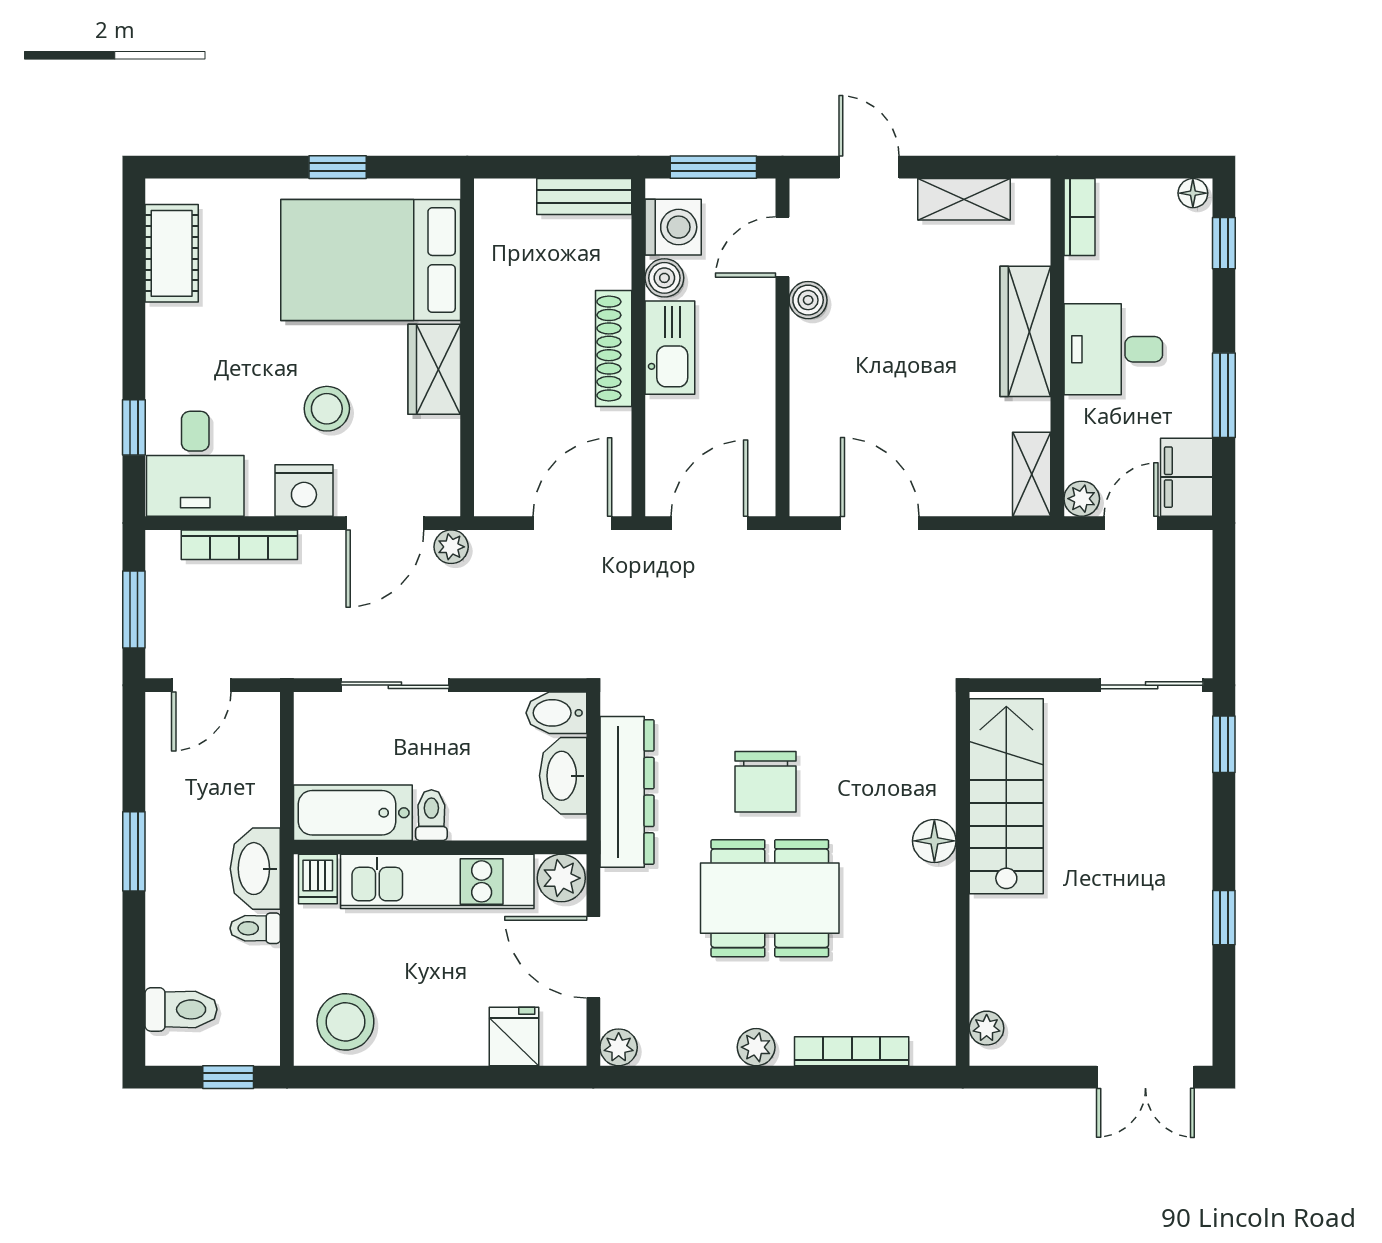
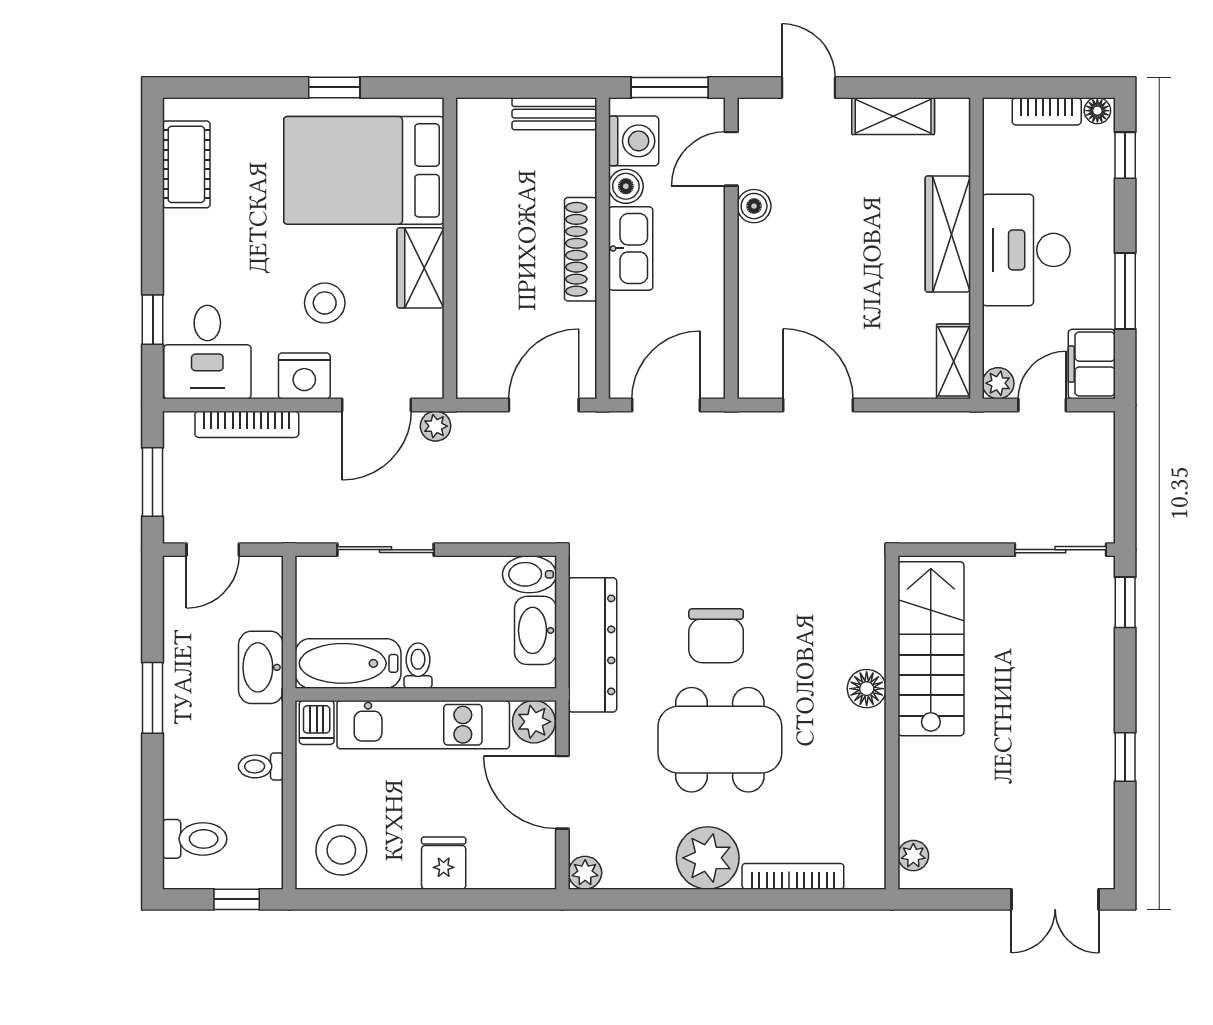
bookcase: (1079, 217) -> (1047, 111), moved, turned 90
desk: (1113, 349) -> (1026, 250), width x1.37
washbasin: (255, 869) -> (261, 667), moved
fridge: (514, 1037) -> (444, 863), moved
plant: (756, 1047) -> (708, 858), width x1.88, depth x1.88

